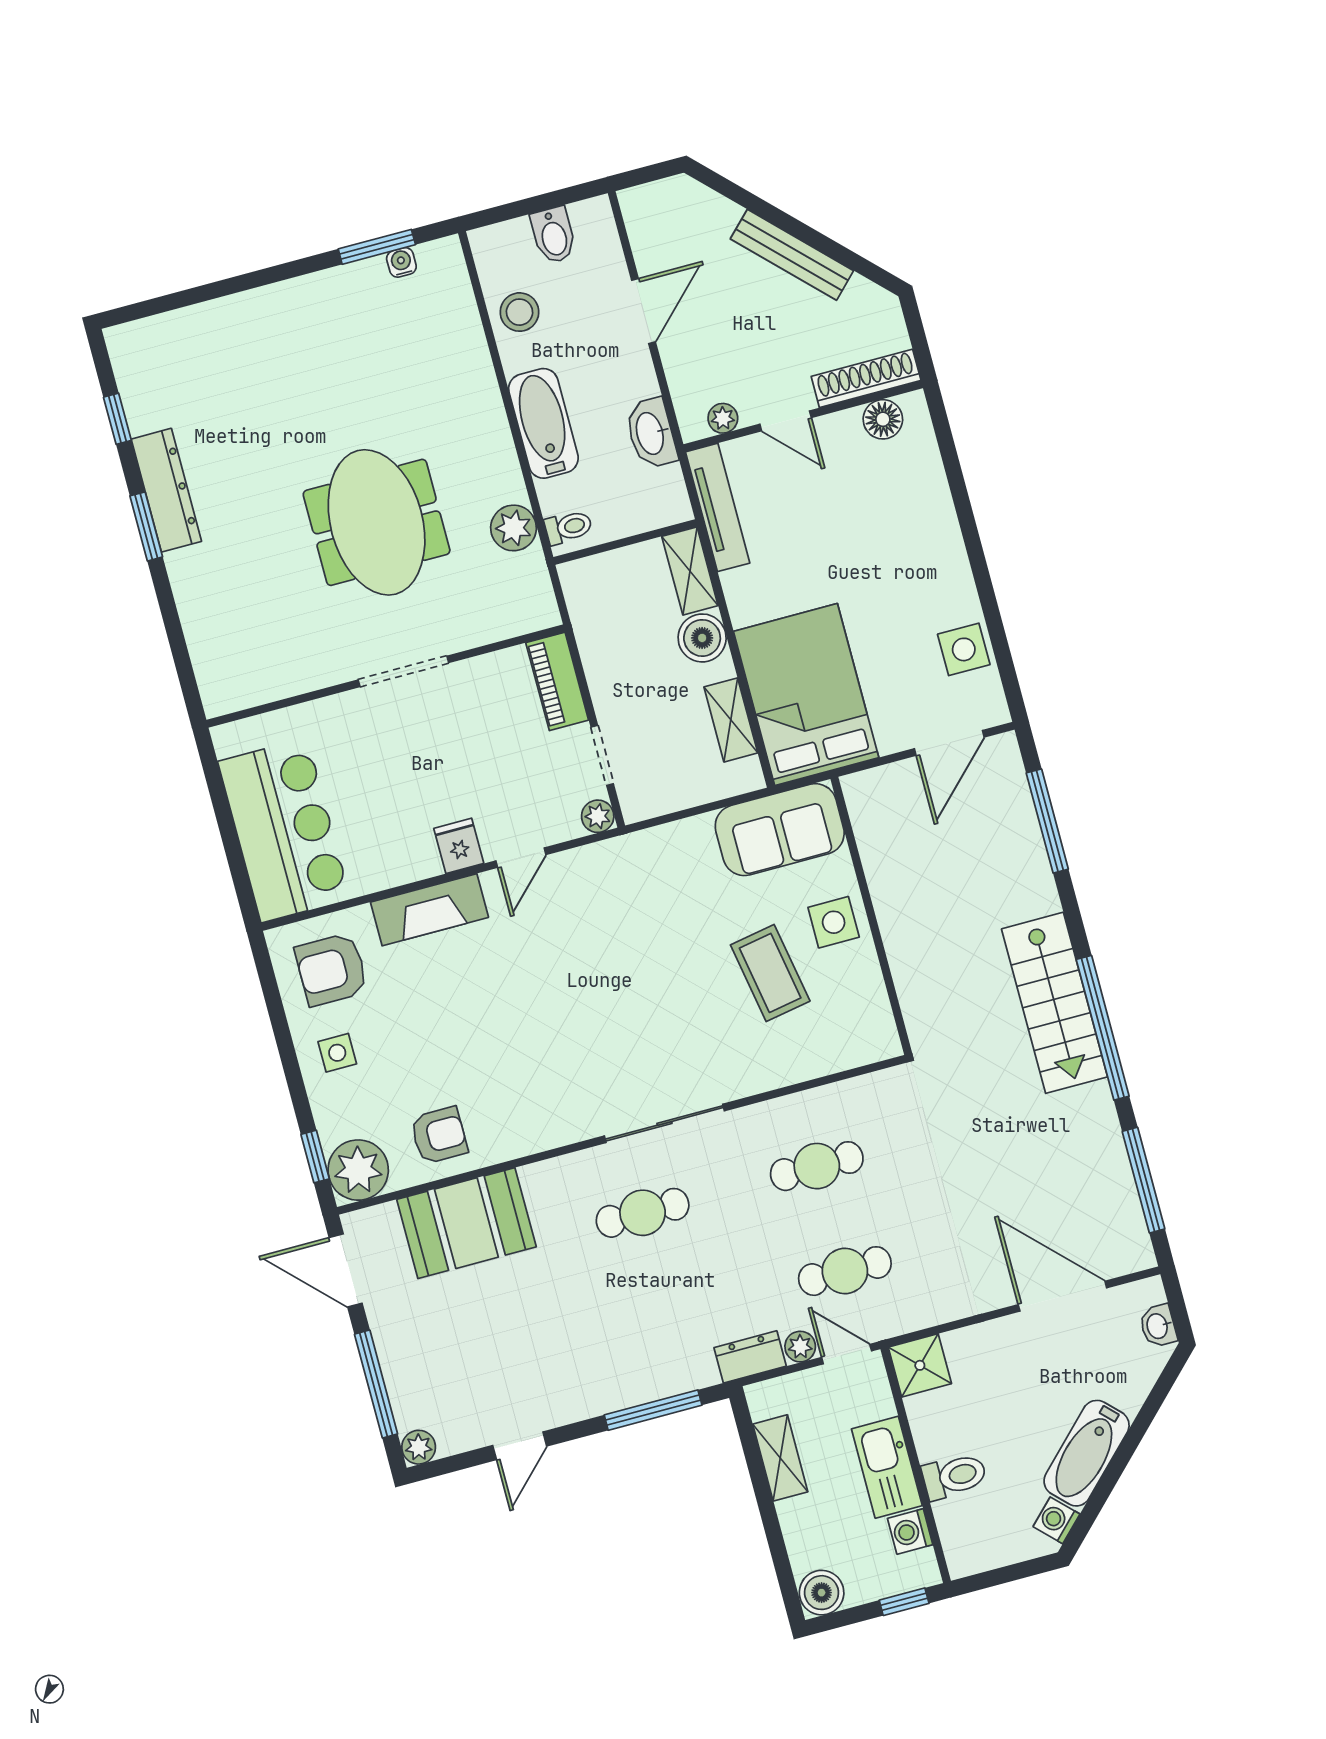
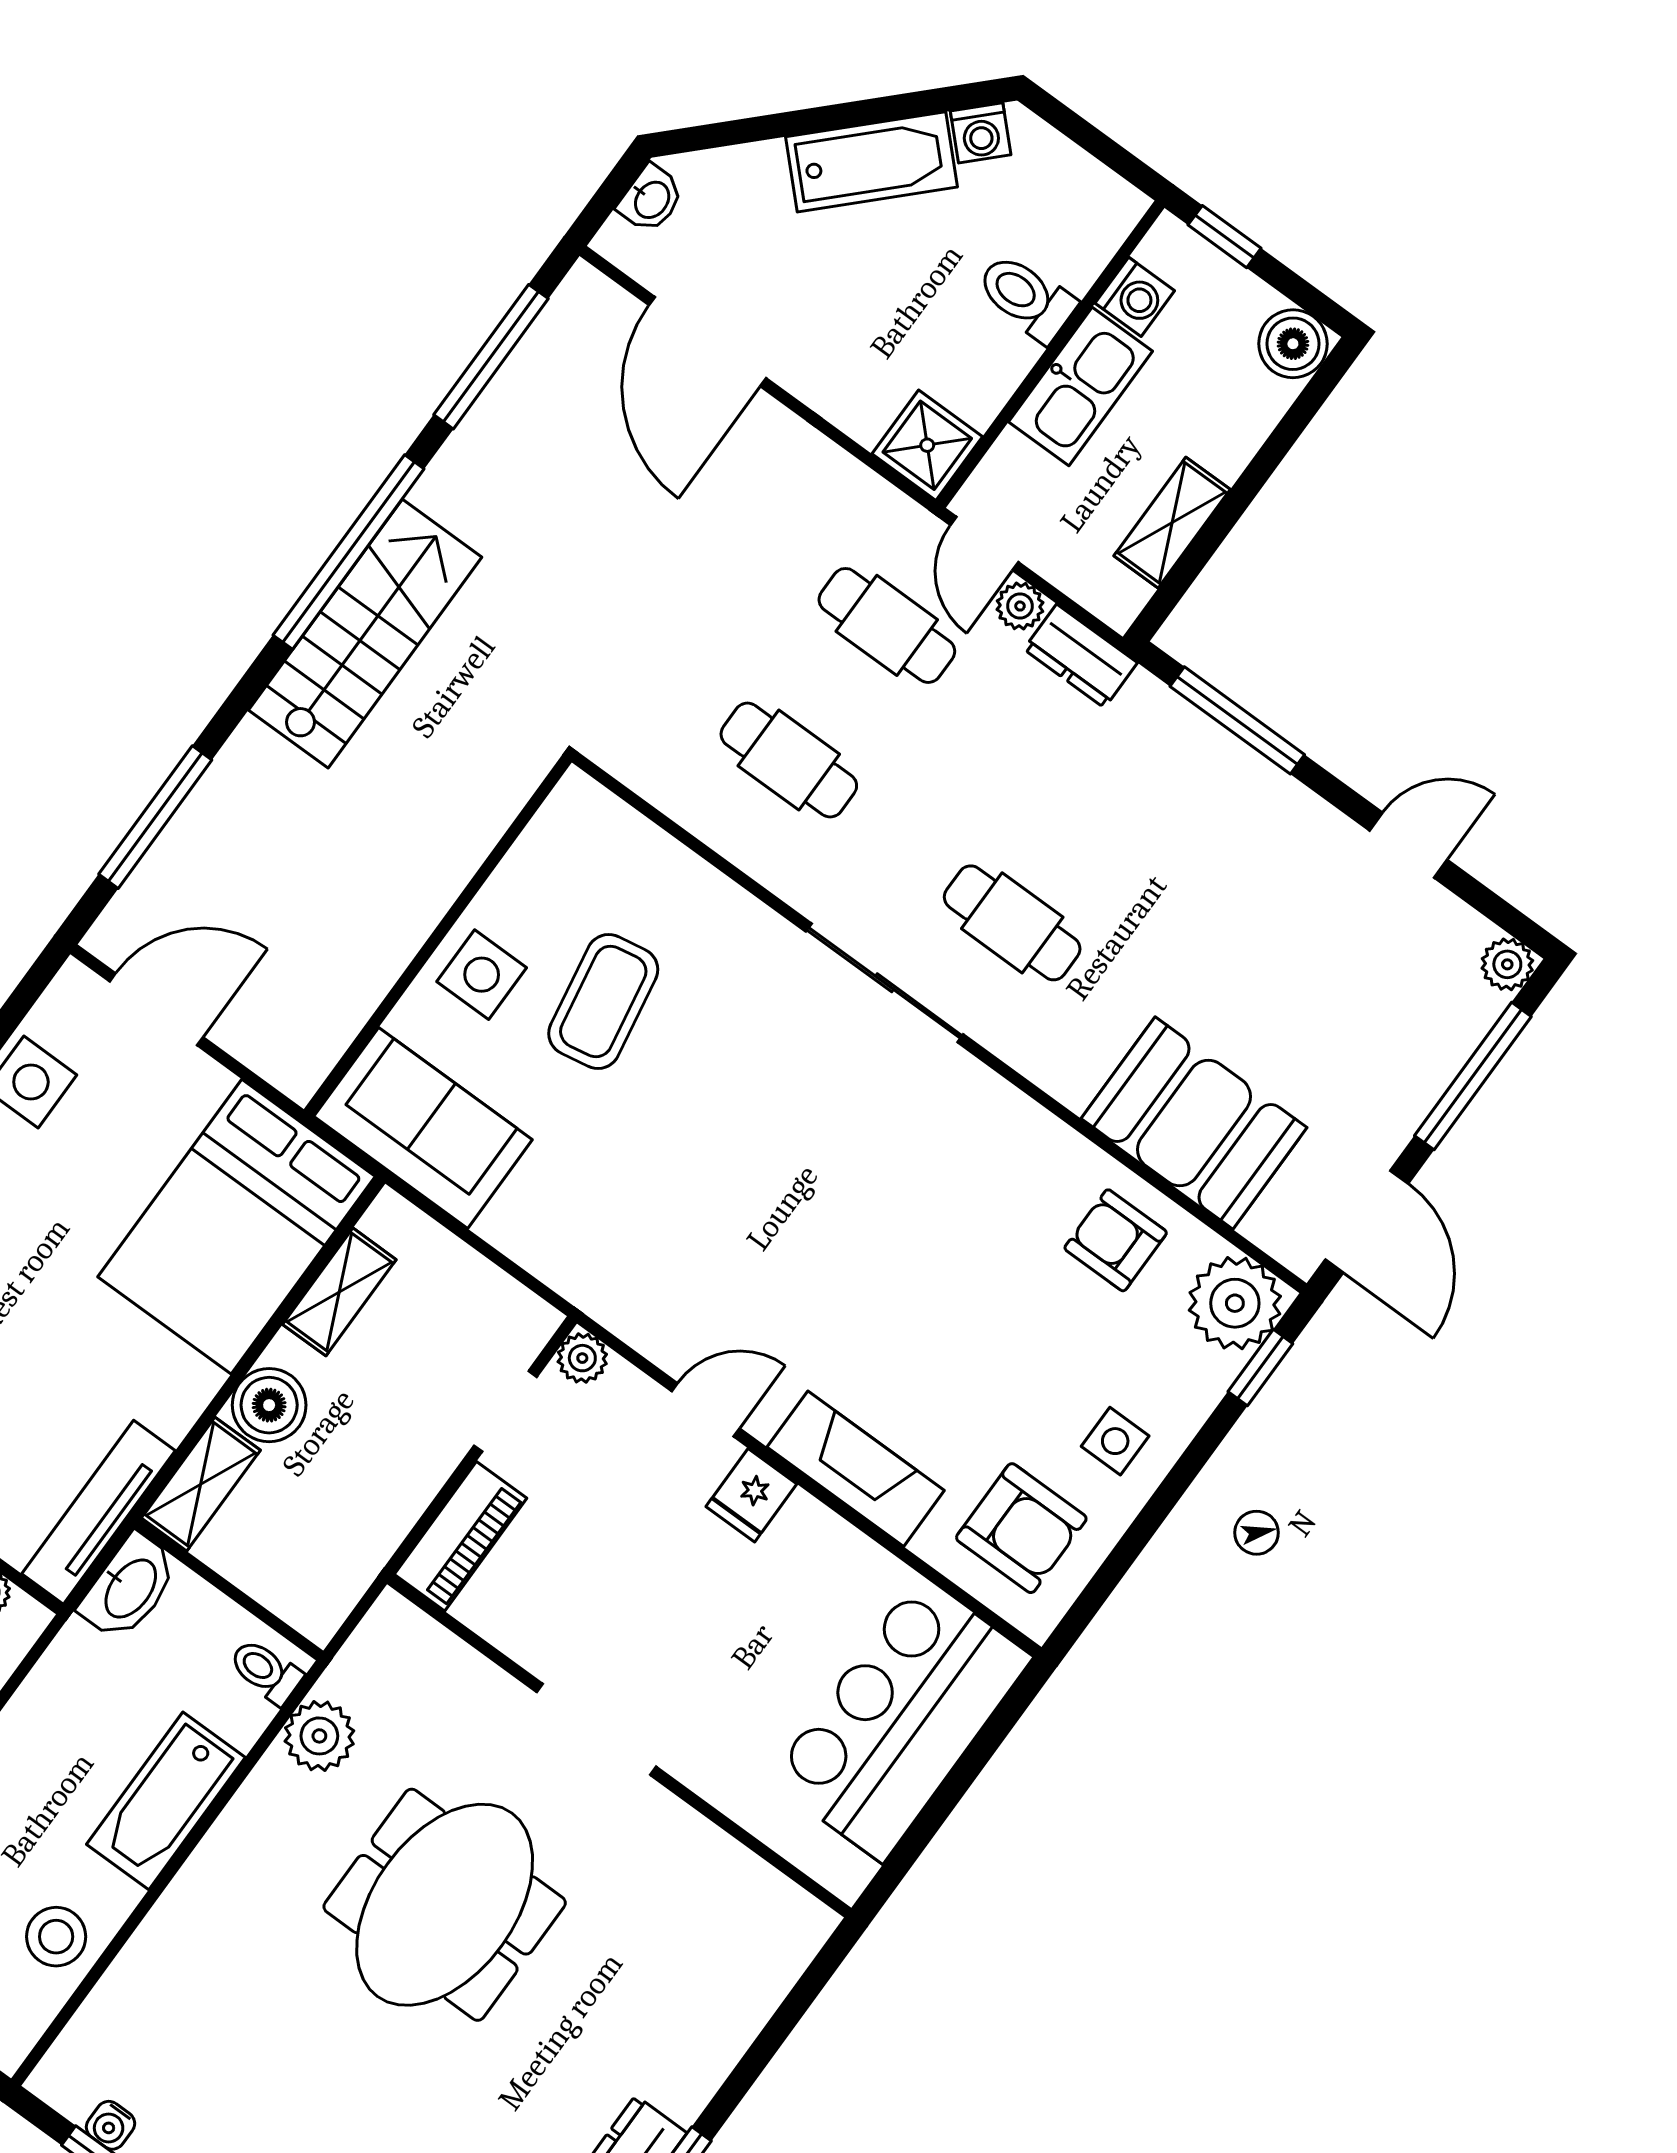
washbasin: (651, 433) -> (129, 1587), moved

